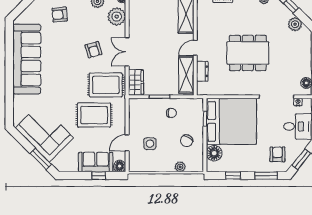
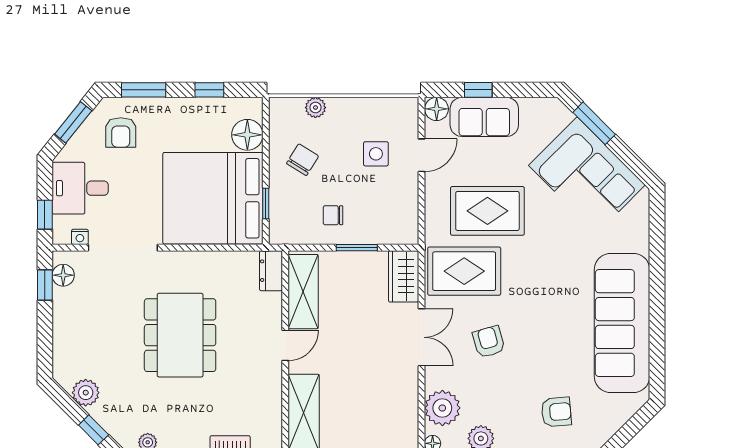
dining table: (248, 53) -> (180, 335), turned 90
dresser: (202, 71) -> (271, 271), moved

